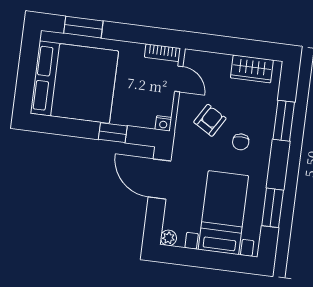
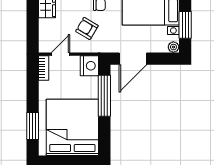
nightstand: (163, 123) -> (89, 66), width x1.89, depth x1.79
window: (113, 133) -> (104, 96), width x2.17
window: (197, 258) -> (185, 25), added

